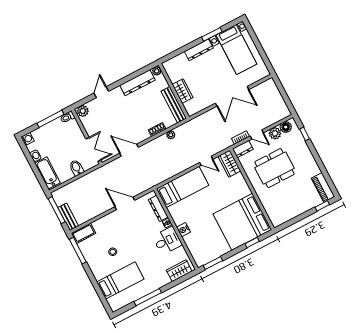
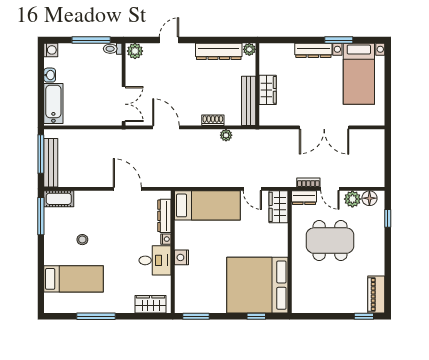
bidet: (77, 168) -> (92, 115), removed
bench: (68, 217) -> (51, 163), width x1.36

